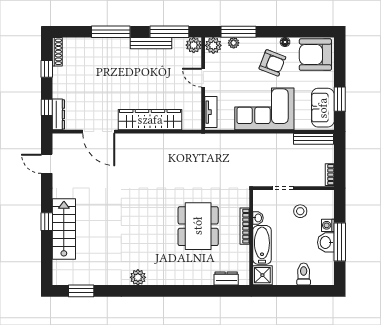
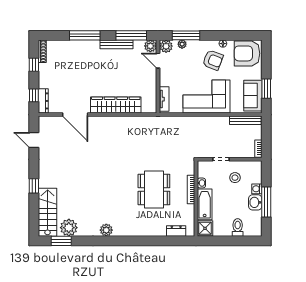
door: (203, 78) -> (158, 61), moved
stairs: (64, 229) -> (48, 212), moved
plant: (91, 274) -> (69, 228), added

